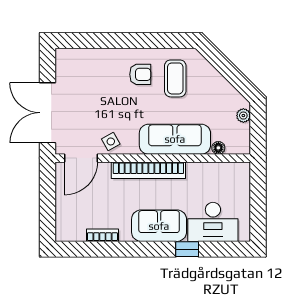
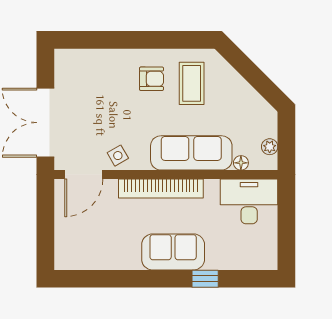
plant: (243, 116) -> (270, 147), moved
desk: (213, 222) -> (249, 201), moved, turned 180
bookcase: (102, 235) -> (108, 263), removed

